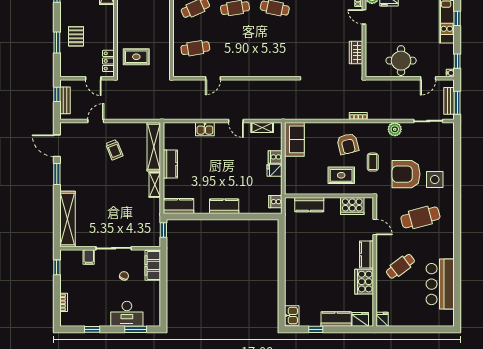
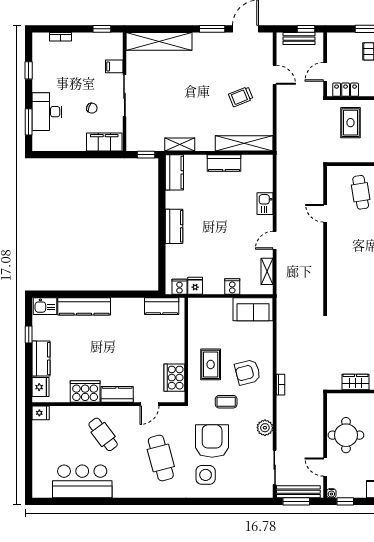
bench: (449, 101) -> (298, 492), width x1.36
fridge: (274, 170) -> (195, 286), moved
shelving: (155, 185) -> (180, 145), moved
kitchen counter: (309, 205) -> (162, 306), moved, turned -90
kitchen counter: (292, 282) -> (84, 306), added

